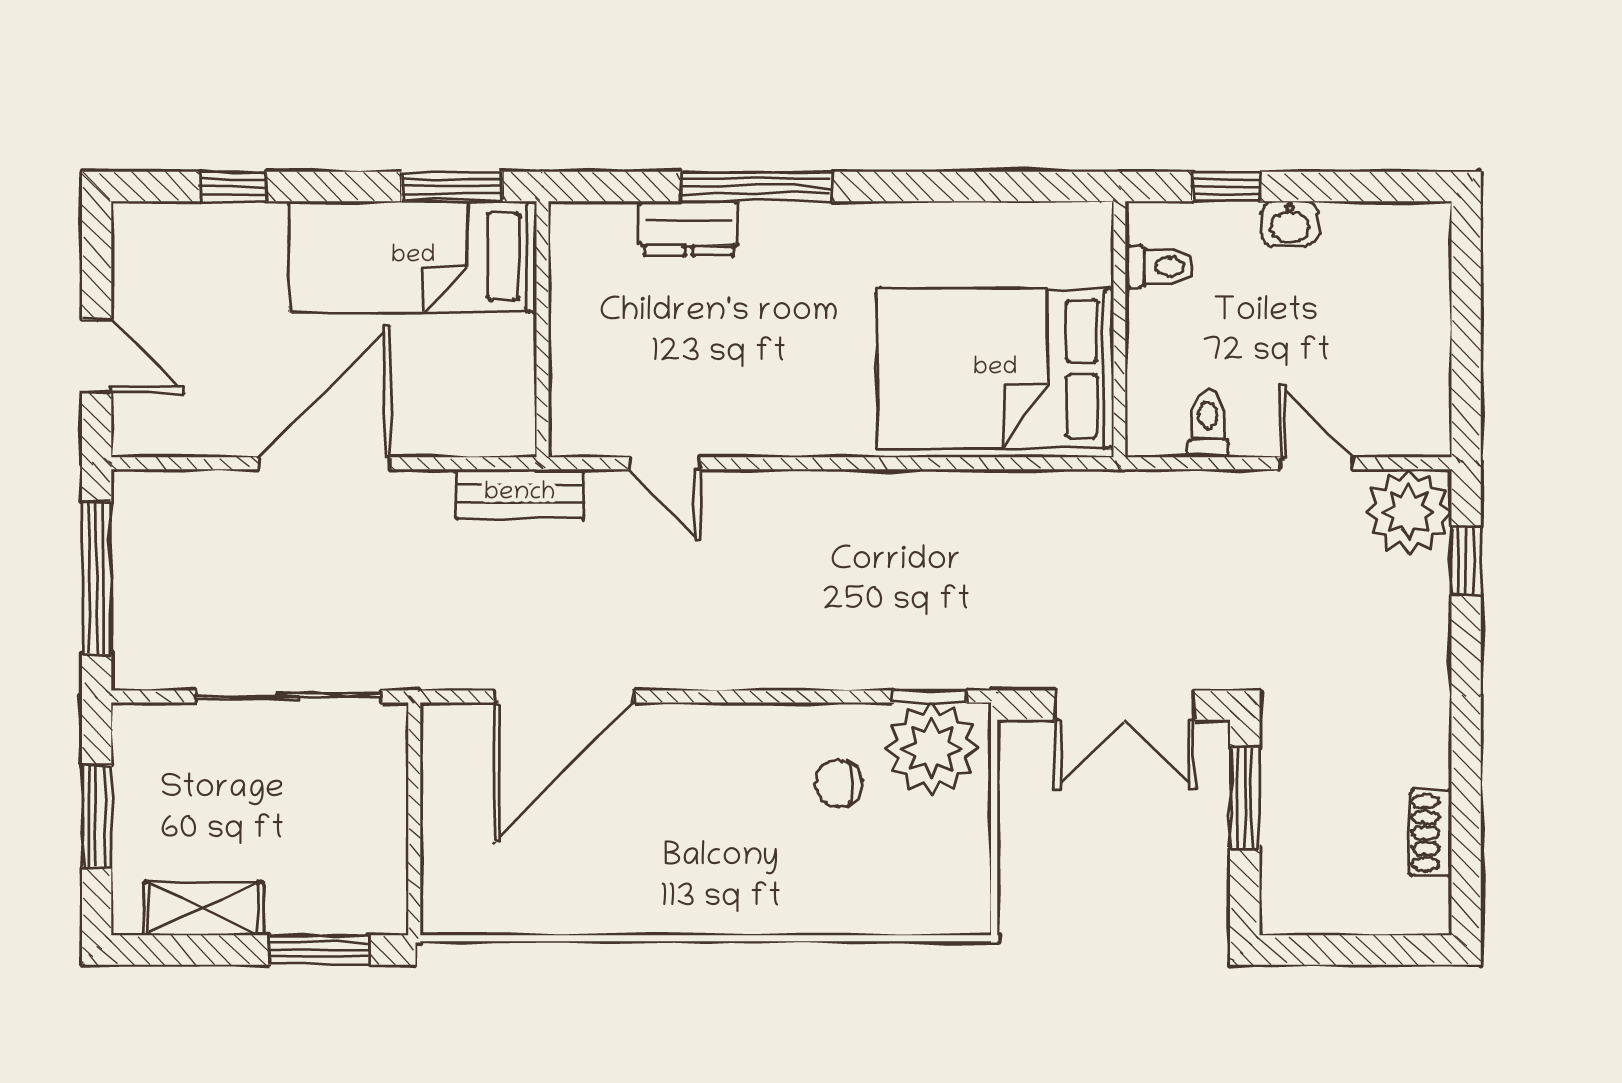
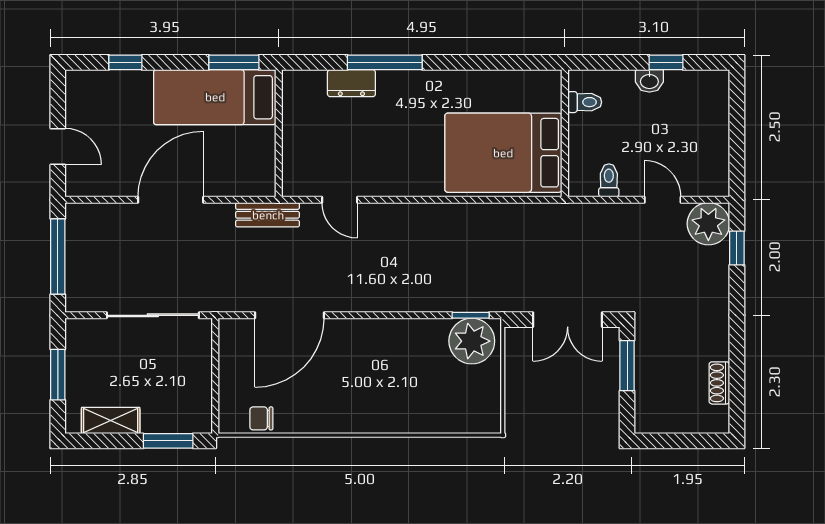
window: (1226, 187) -> (666, 62), moved
chair: (839, 784) -> (261, 418), moved

